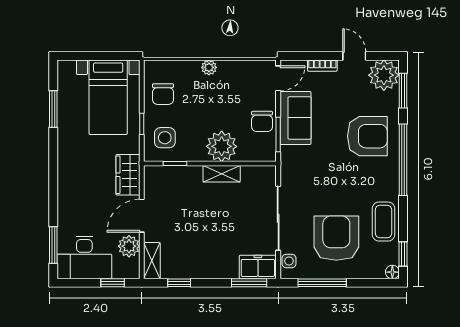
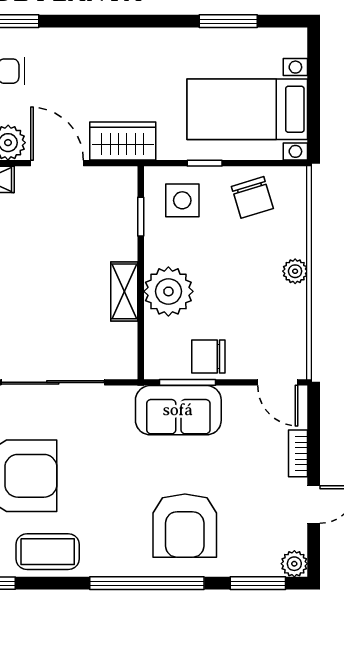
plant: (384, 75) -> (294, 564), width x0.53, depth x0.53
chair: (163, 94) -> (252, 197), turned -107
sofa: (295, 118) -> (178, 410), moved

